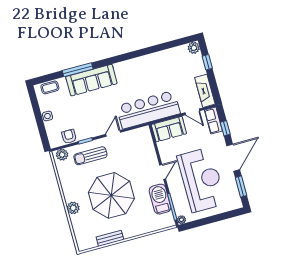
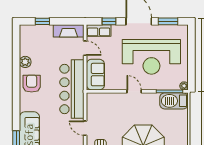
plant: (194, 48) -> (25, 62), moved
armchair: (143, 68) -> (32, 84), added
door: (192, 112) -> (85, 48), hinge flipped
reception desk: (201, 180) -> (151, 57), turned 180
barbecue: (160, 199) -> (174, 101), moved

